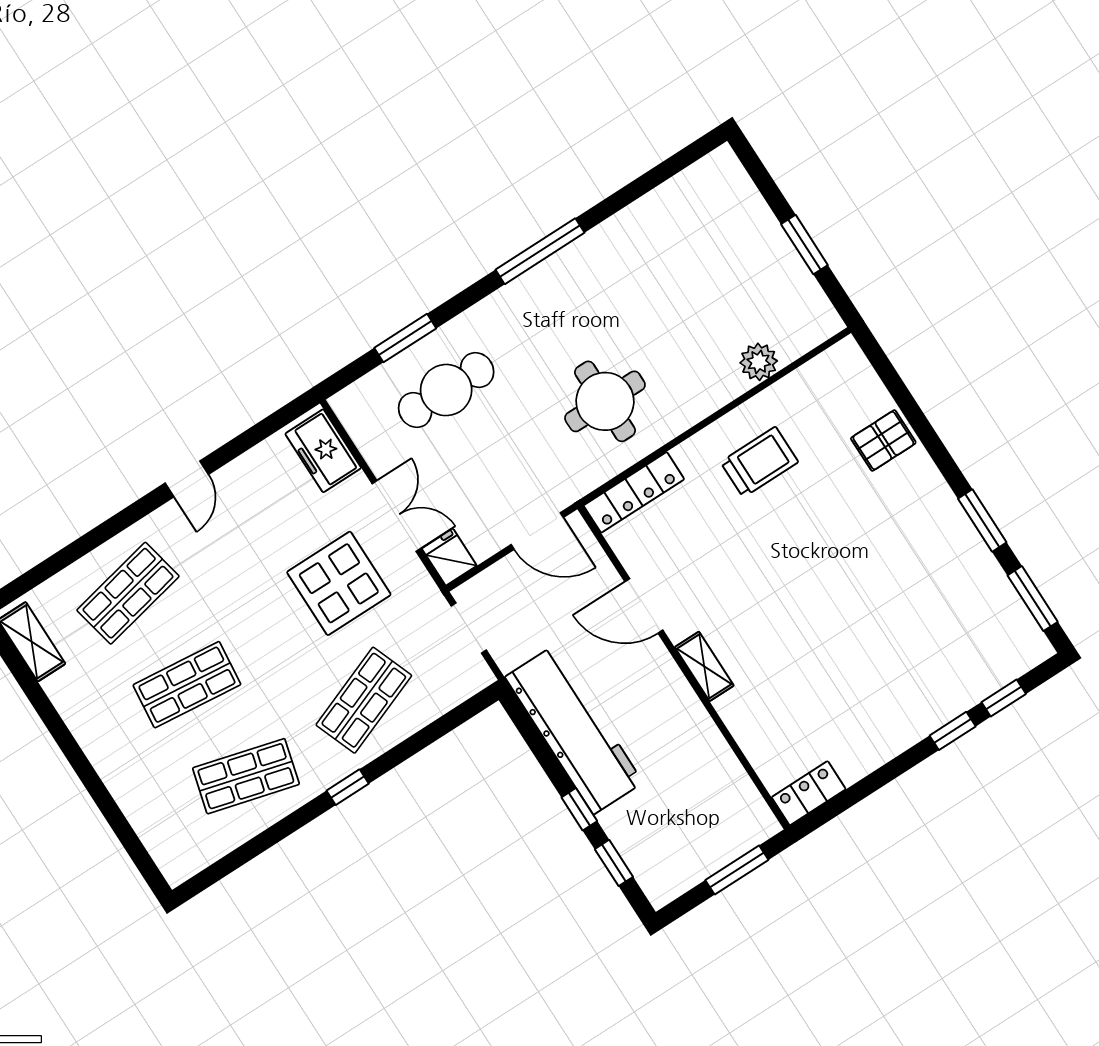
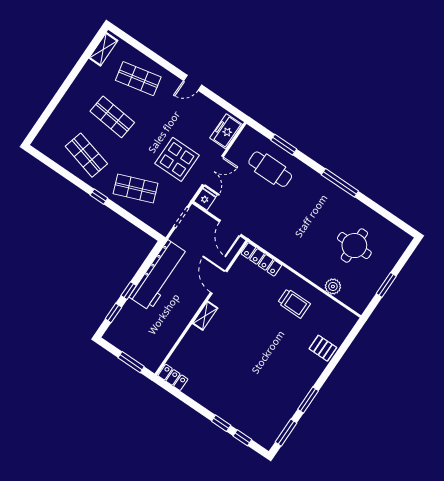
round table: (605, 401) -> (354, 246), moved

